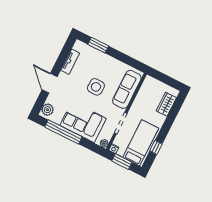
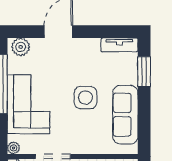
tv unit: (70, 62) -> (119, 45), moved
sofa: (127, 89) -> (125, 115), moved, turned -90

